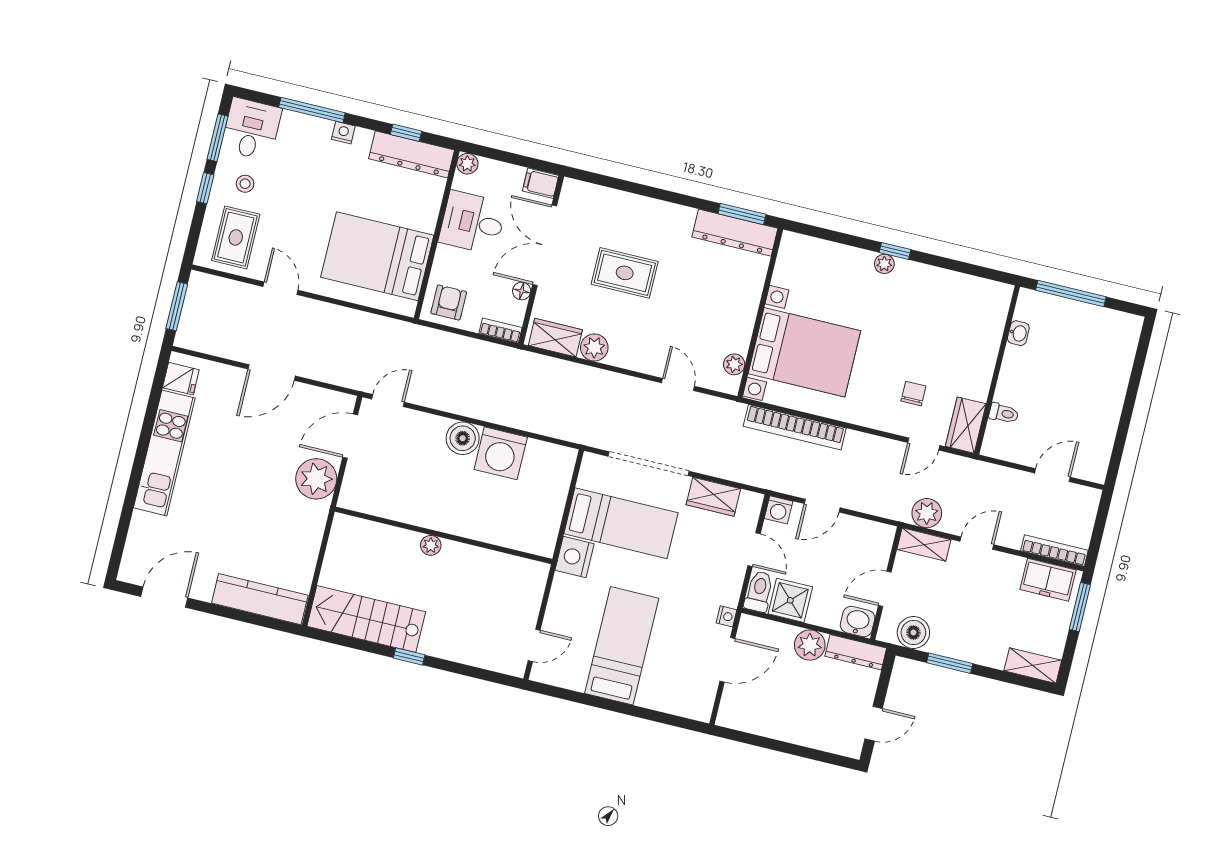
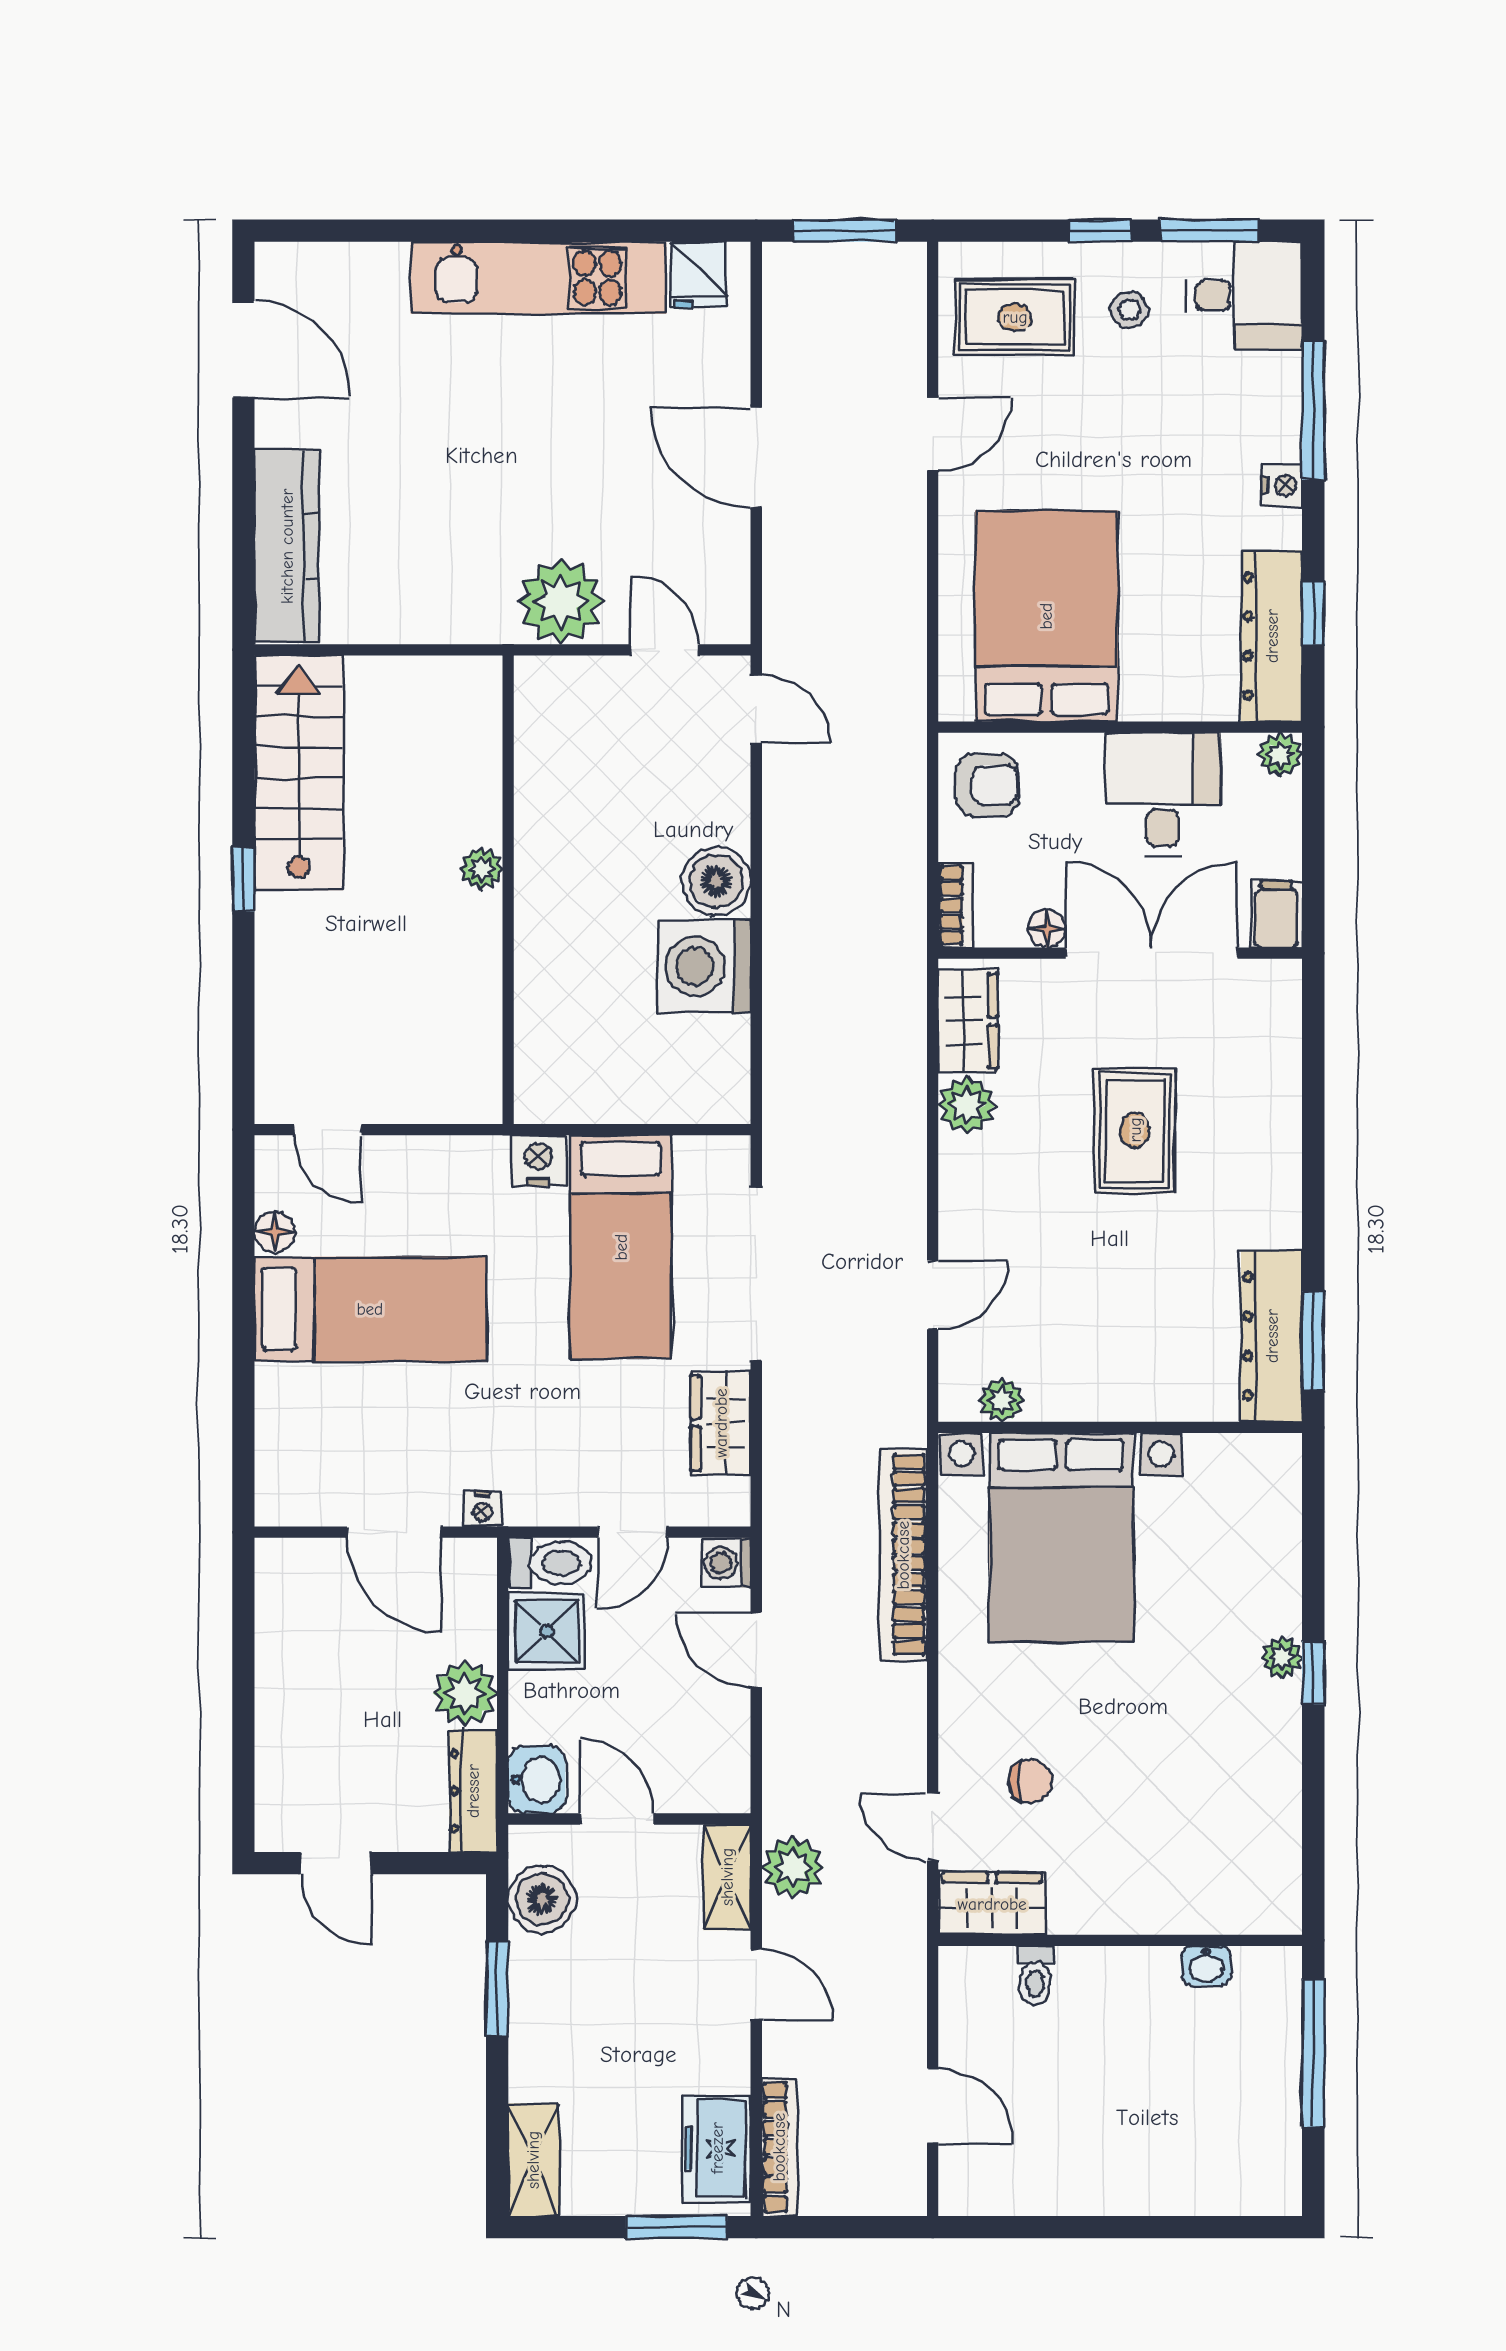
door: (350, 436) -> (665, 650), width x0.73
nightstand: (575, 557) -> (539, 1160), width x0.74, depth x0.75
floor lamp: (575, 681) -> (275, 1232), added

